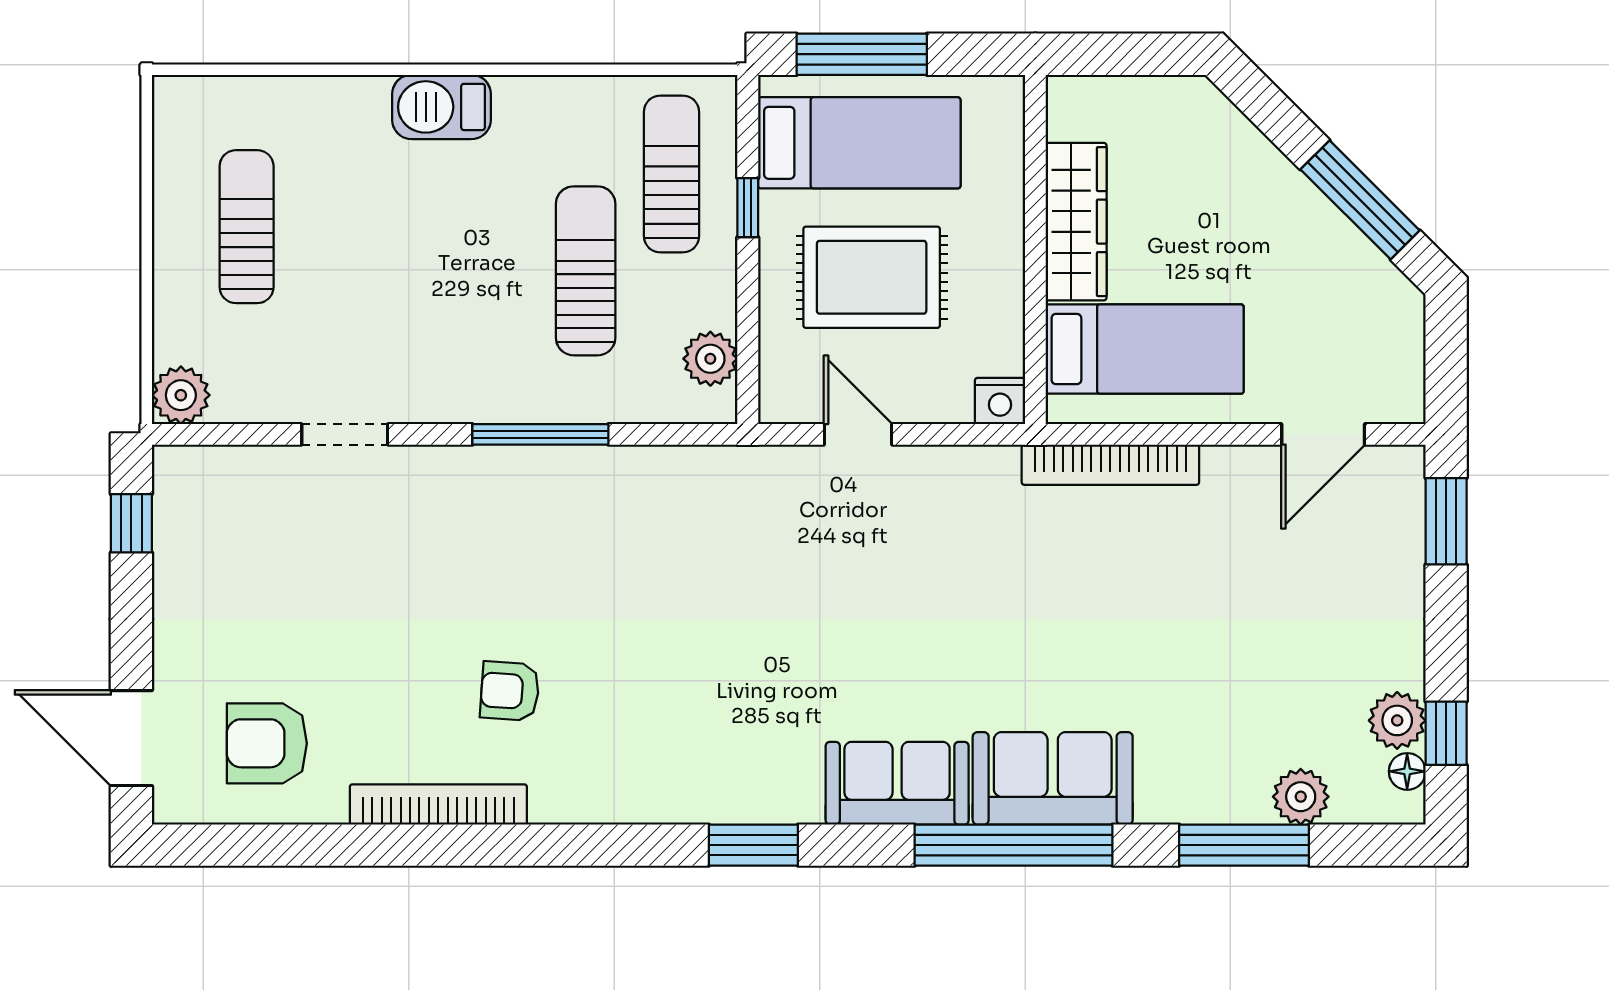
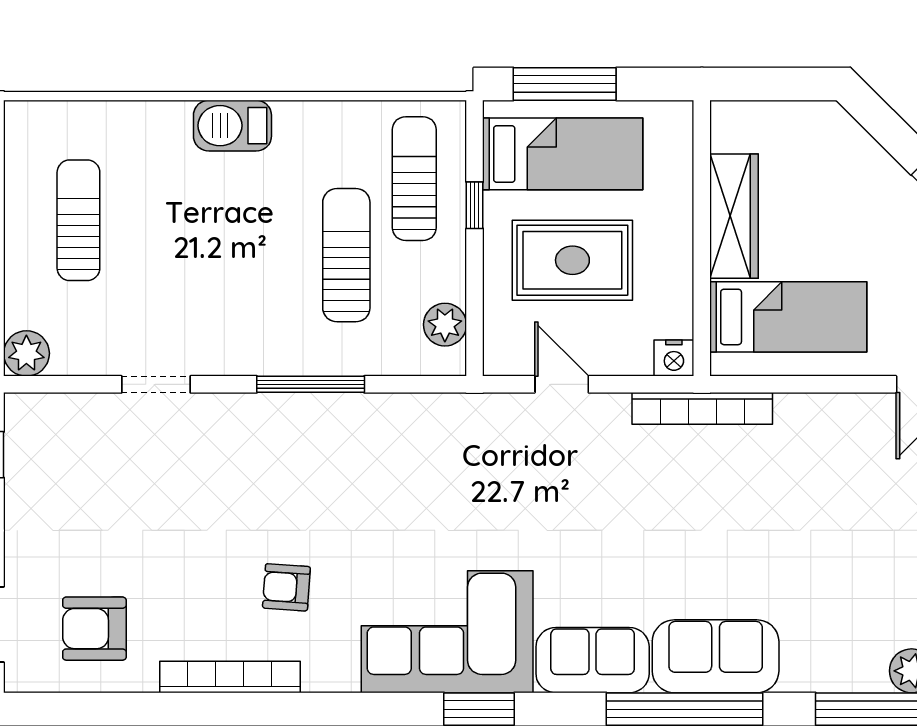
bookcase: (1110, 465) -> (702, 408), moved
corner sofa: (713, 747) -> (447, 632), added

